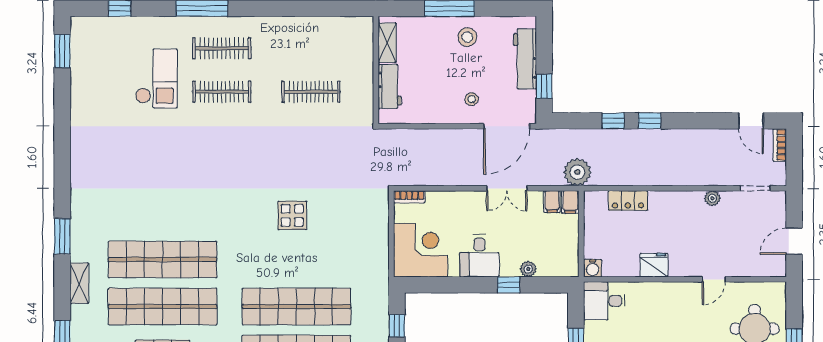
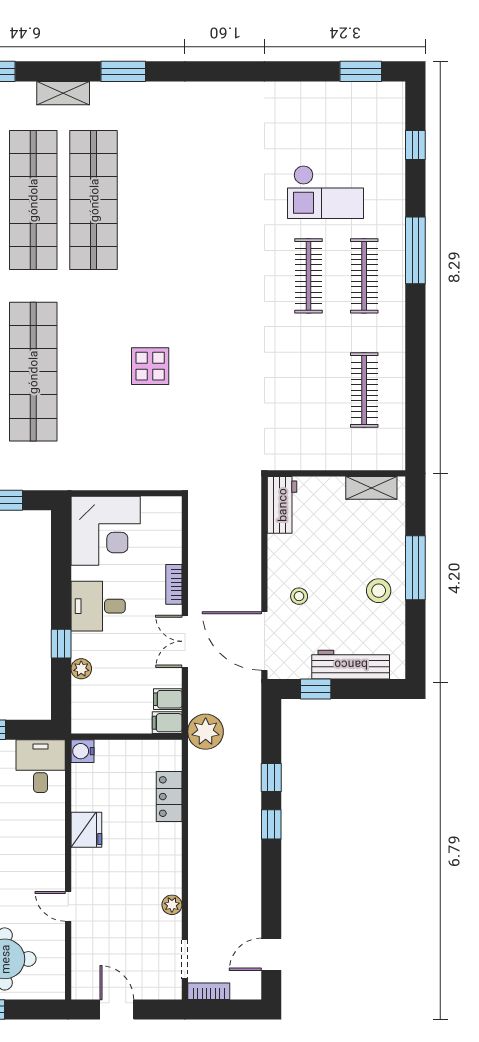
workbench: (390, 86) -> (282, 505), moved, turned -90
clothes rail: (311, 92) -> (364, 390), moved
bookcase: (780, 145) -> (209, 991), moved
bookcase: (409, 197) -> (174, 584), moved

